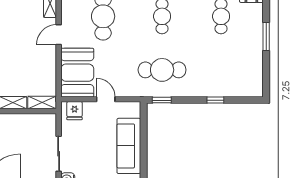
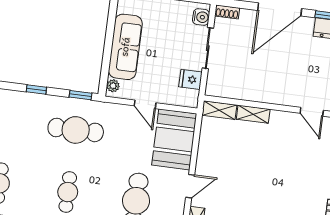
window: (215, 100) -> (36, 90), moved
fridge: (75, 111) -> (190, 79), moved, turned -90
plant: (135, 112) -> (113, 86), added

